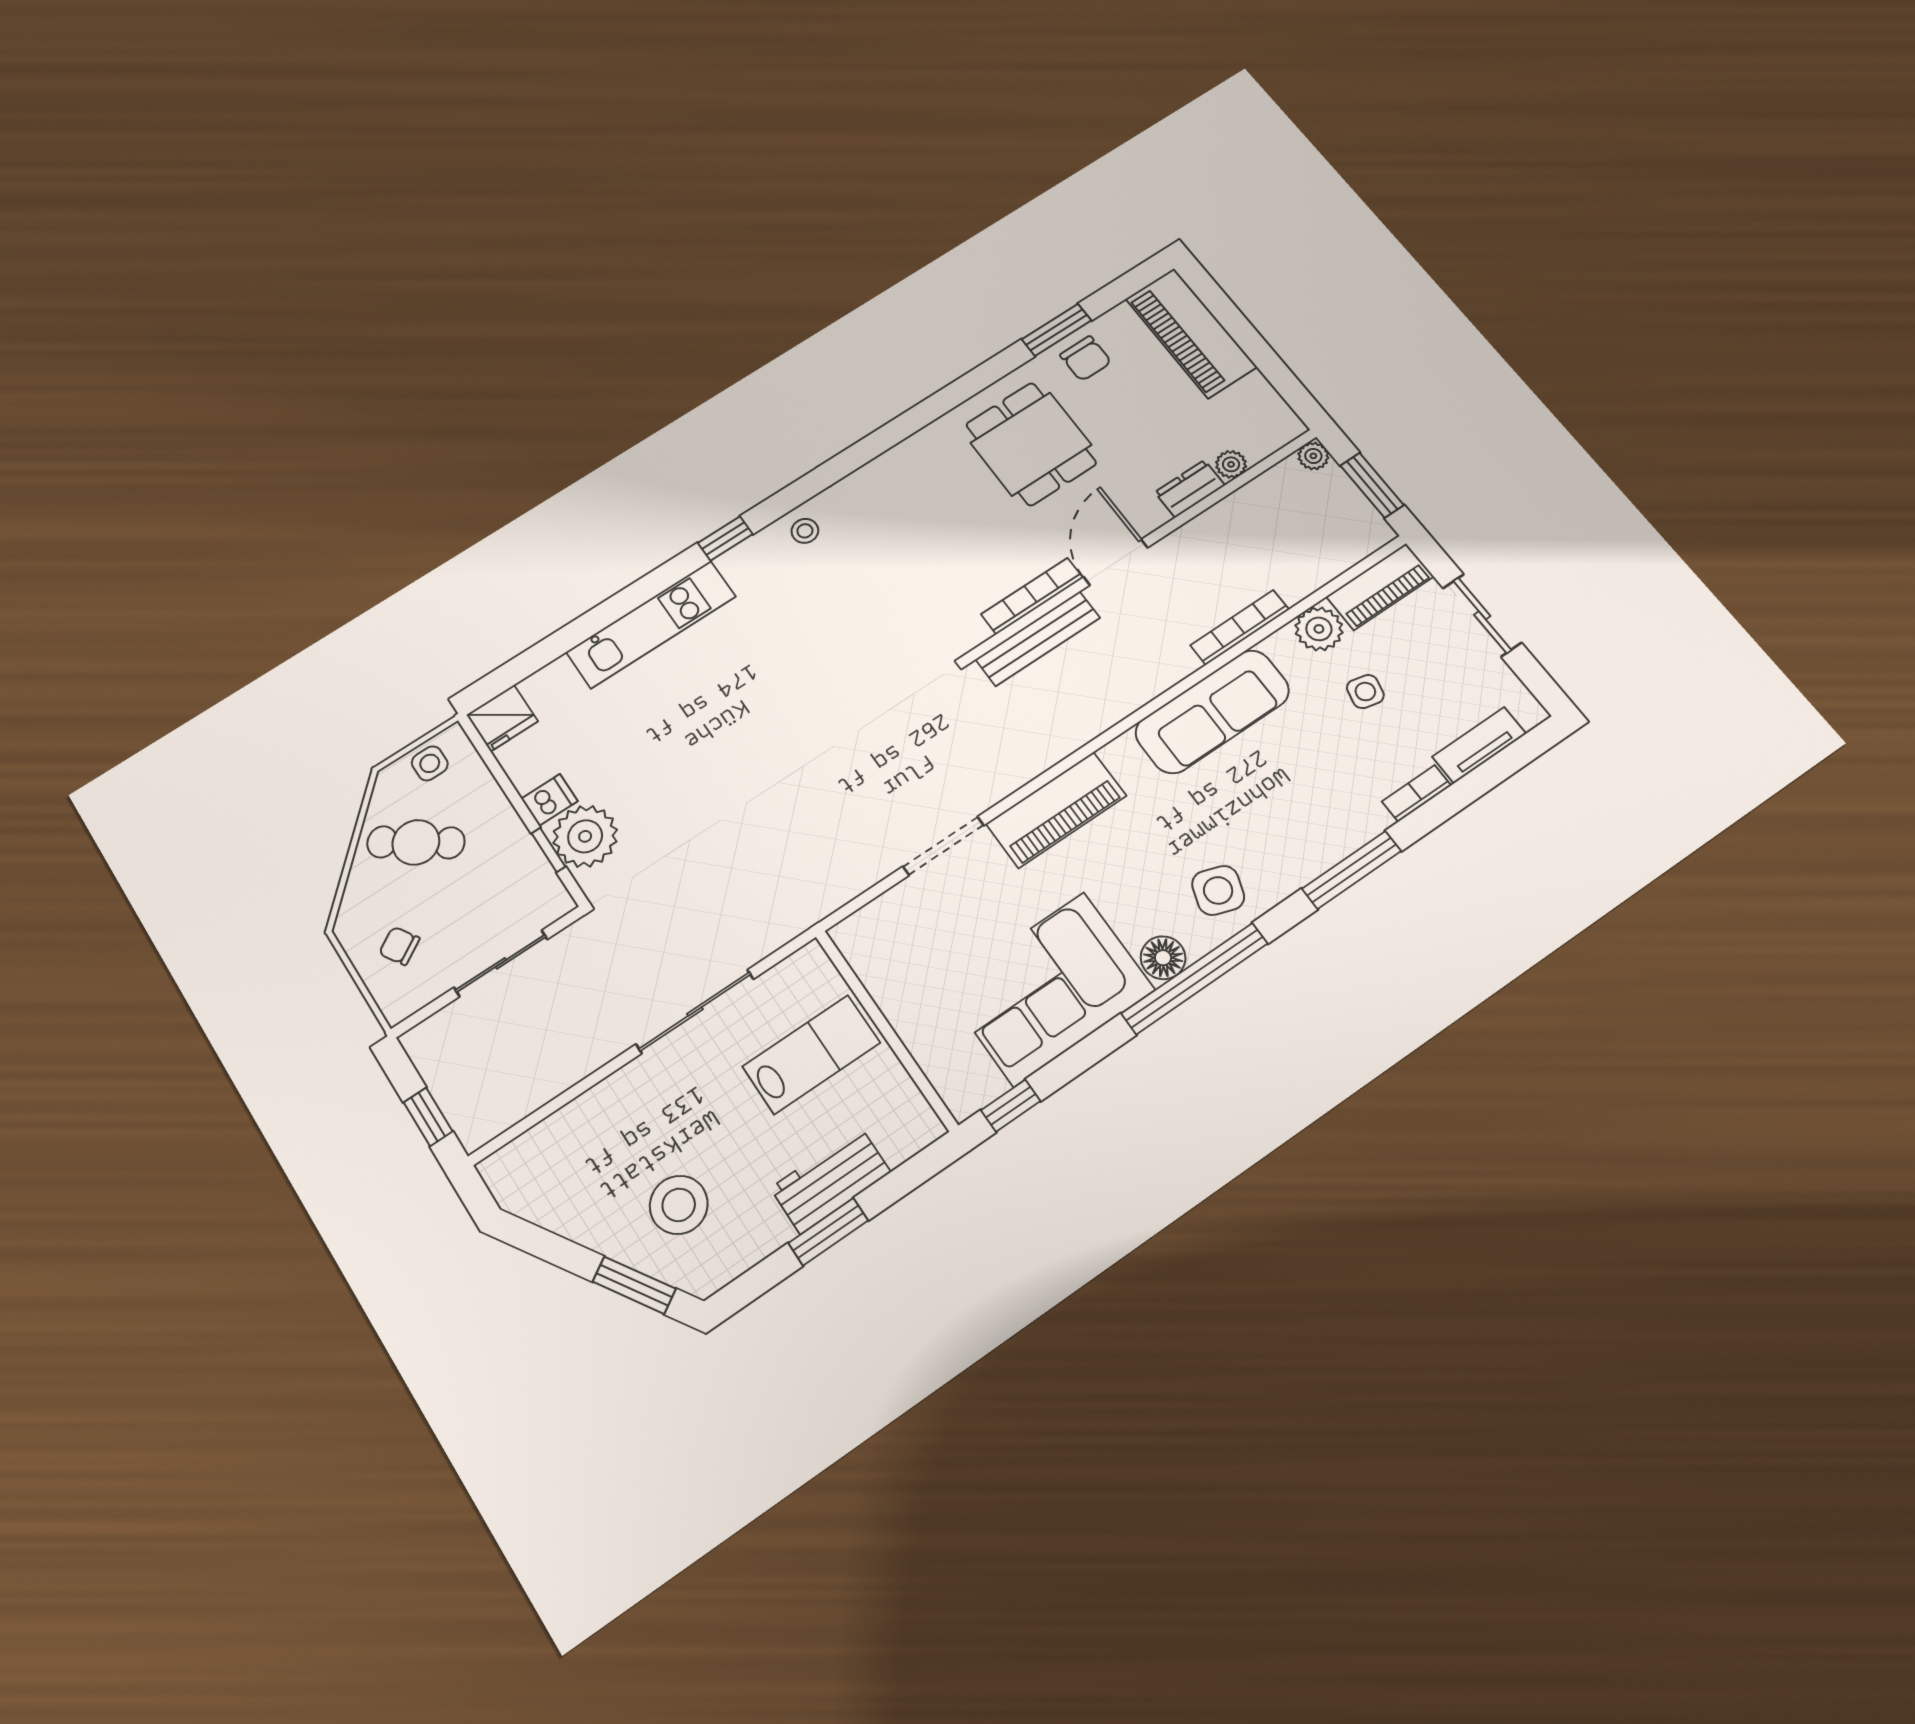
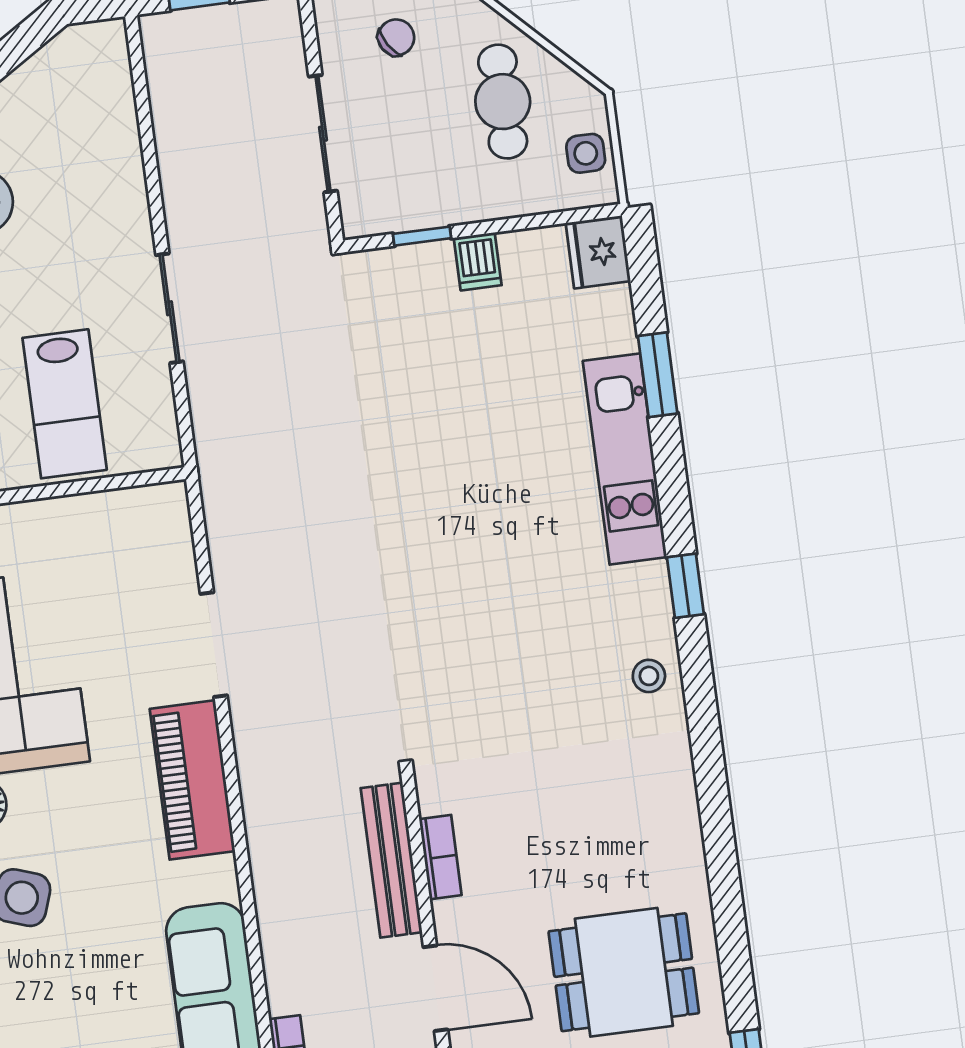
bookcase: (1032, 596) -> (440, 857), width x0.64
window: (576, 632) -> (658, 375), added
plant: (585, 836) -> (417, 281), removed
cafe table: (416, 842) -> (503, 102), turned -36
sliding door: (695, 1011) -> (169, 308), width x0.73

